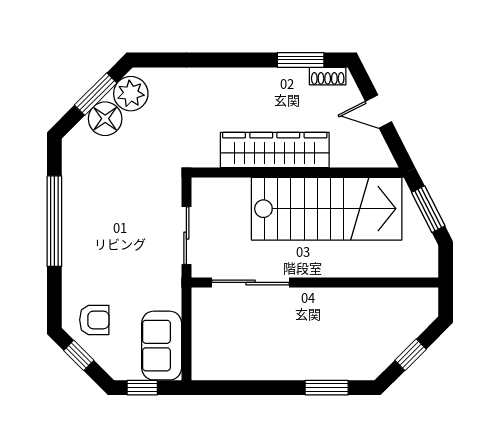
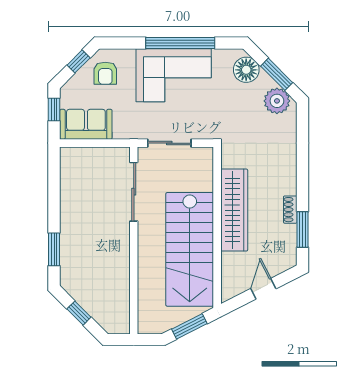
shoe rack: (328, 76) -> (290, 210), moved
floor lamp: (105, 119) -> (246, 70), moved
corner sofa: (97, 230) -> (174, 75), added

